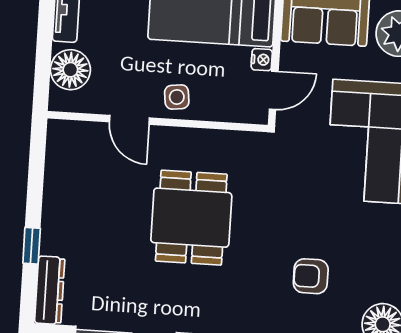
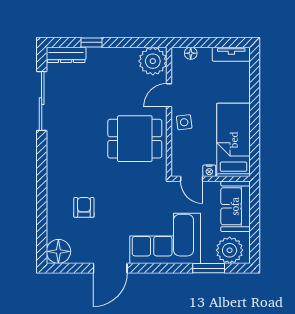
floor lamp: (70, 70) -> (191, 53), width x0.53, depth x0.53
plant: (70, 144) -> (153, 61), added
dining table: (191, 218) -> (135, 139), moved

